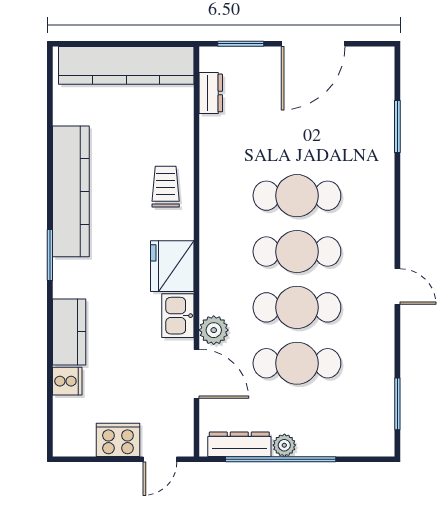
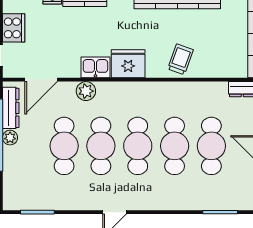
cafe table: (297, 140) -> (211, 146), added
trolley: (166, 187) -> (180, 59), turned -70
door: (196, 374) -> (41, 80), moved

